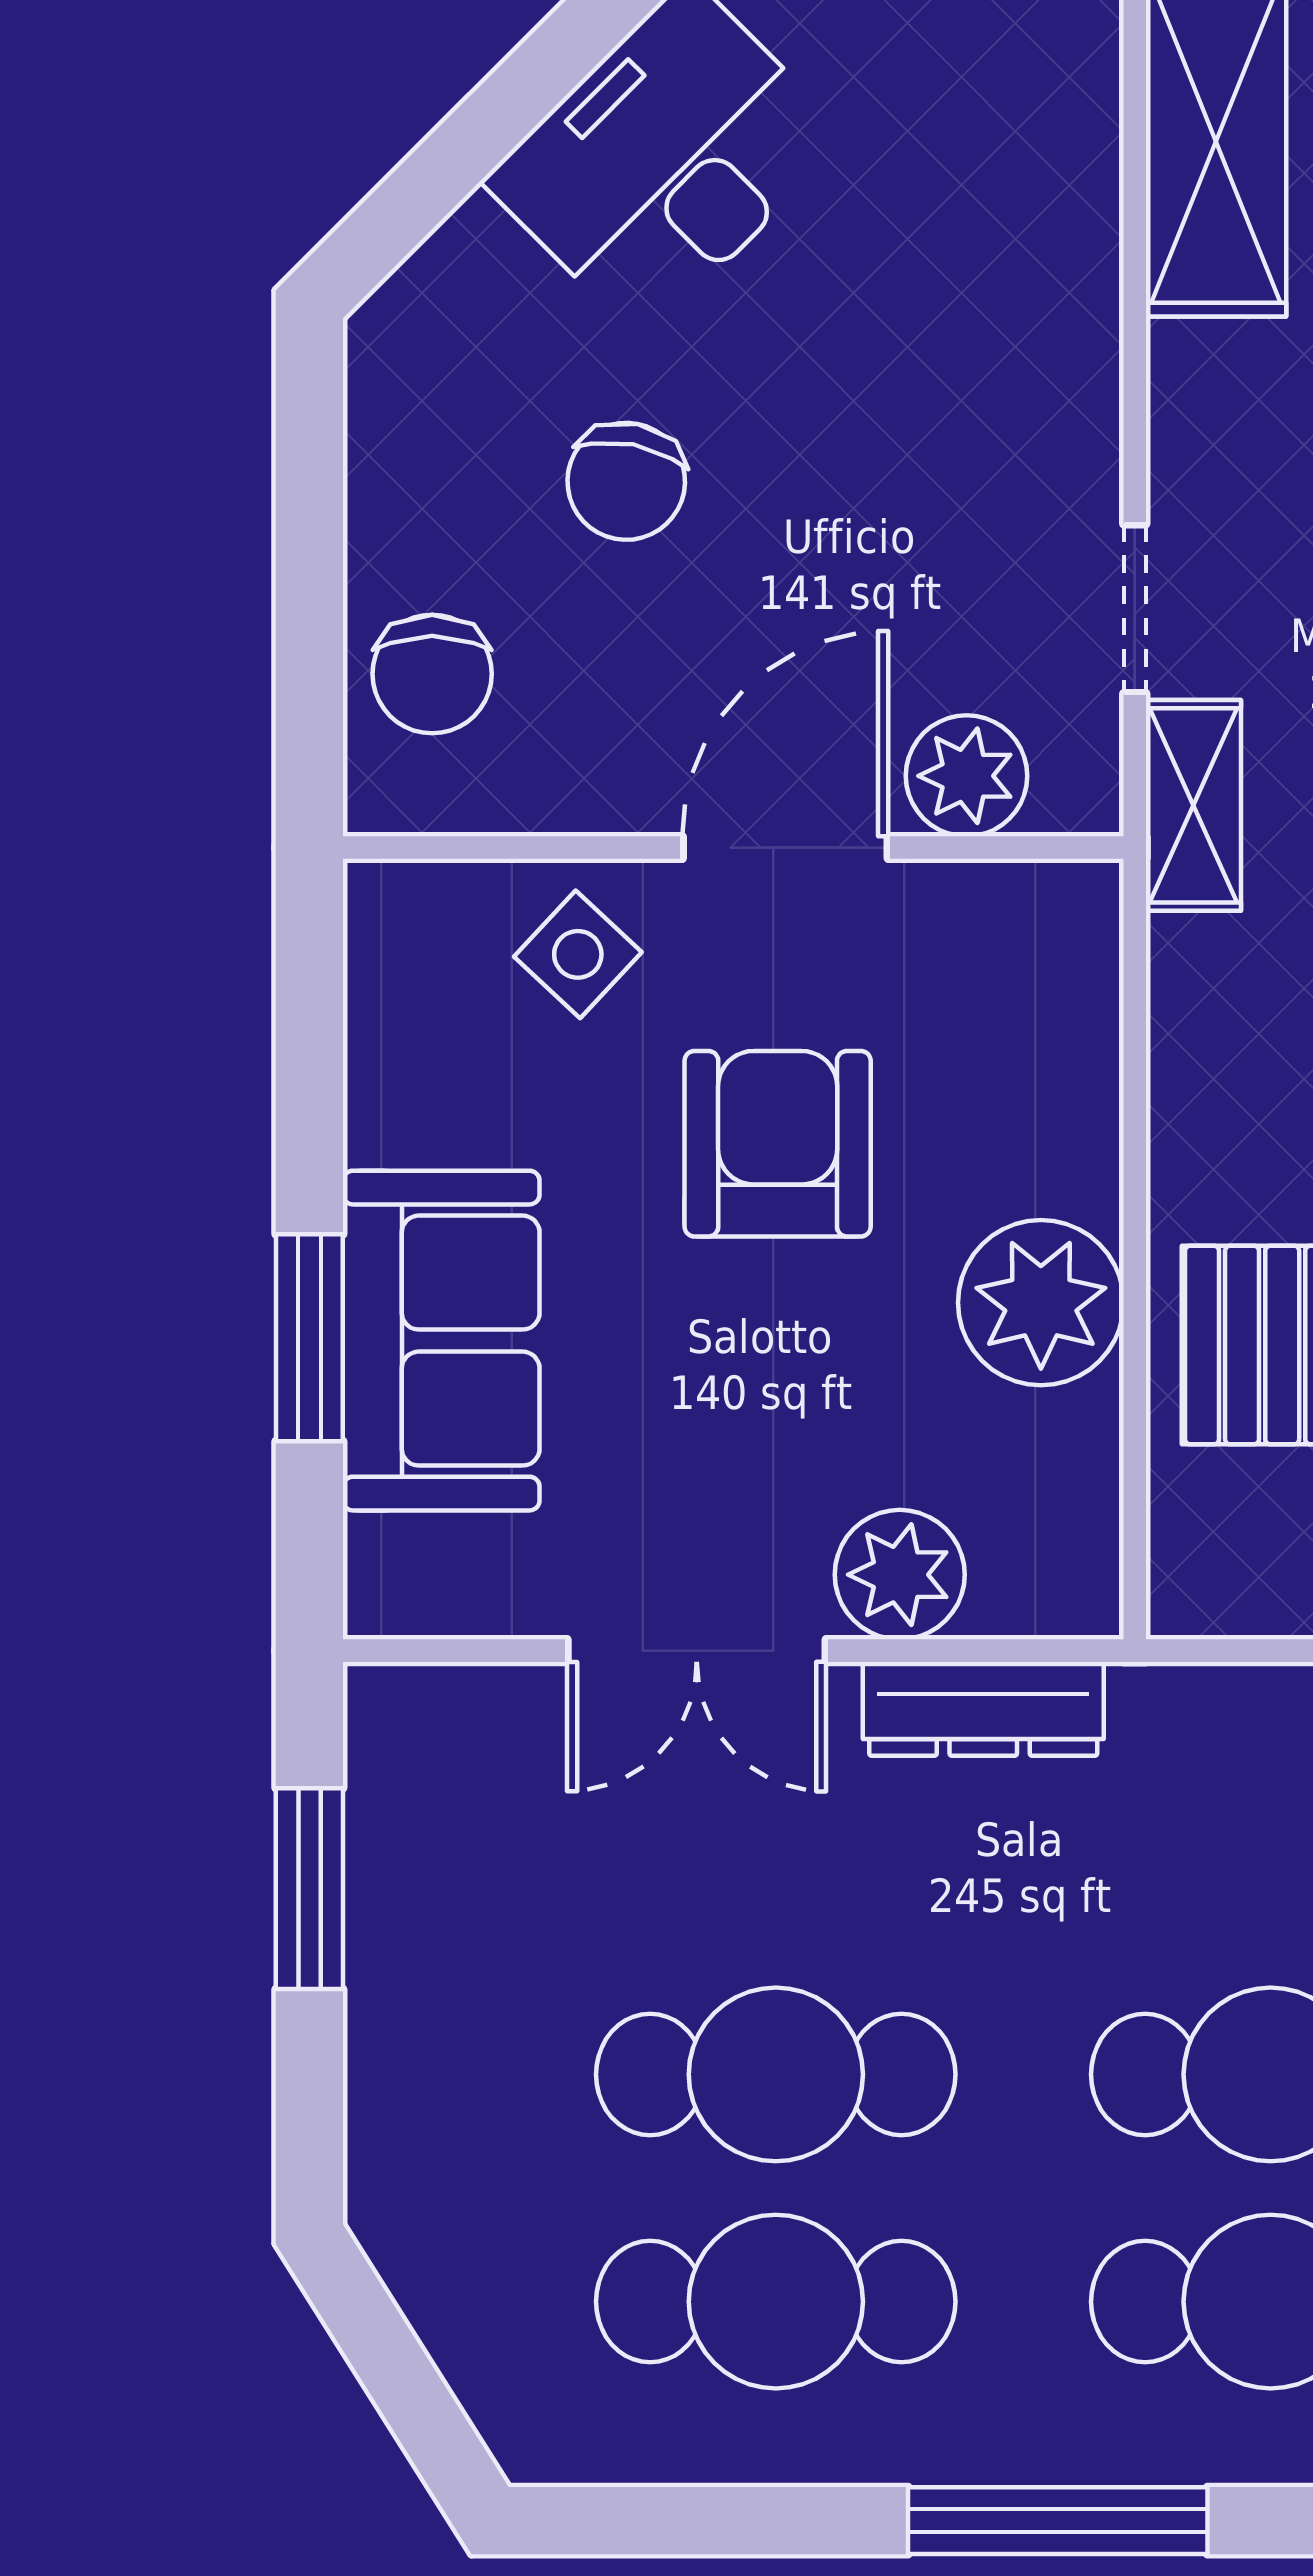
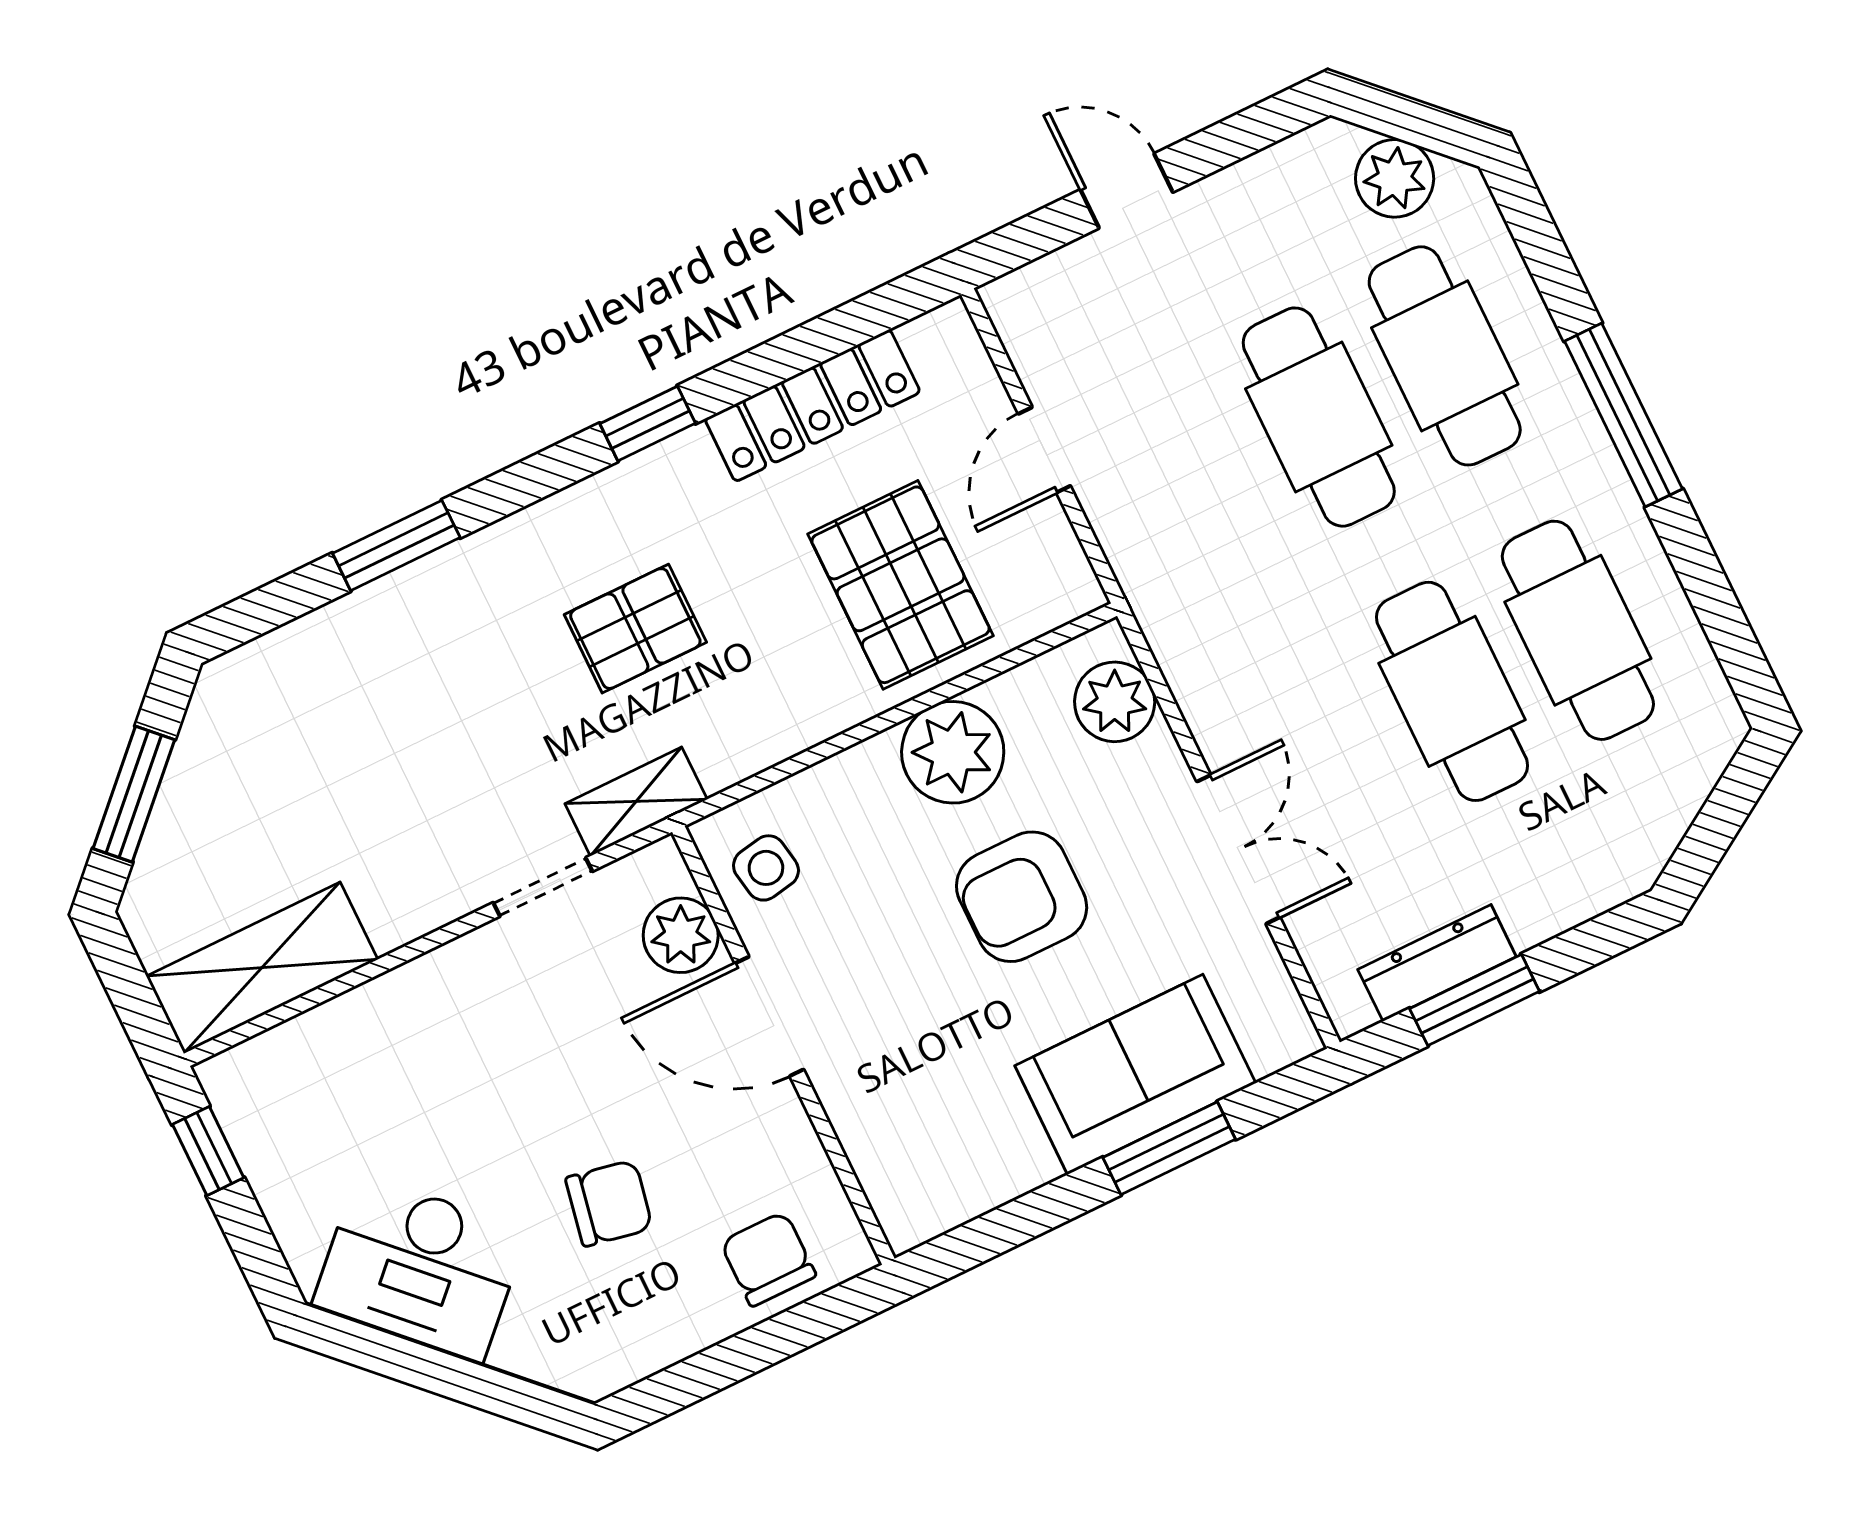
chair: (432, 674) -> (768, 1259), turned -90
side table: (578, 954) -> (766, 868), moved, turned 37
armchair: (778, 1144) -> (1022, 897), moved
plant: (900, 1575) -> (1115, 702), moved
dresser: (983, 1709) -> (1437, 963), moved, turned -90

